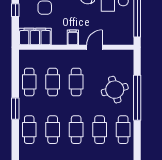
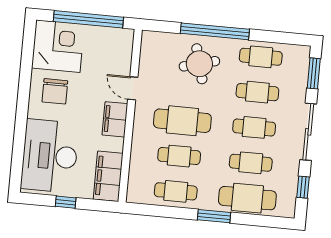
filing cabinet: (73, 37) -> (115, 119), width x2.00
cafe table: (76, 82) -> (182, 121), width x1.37, depth x1.35
cafe table: (29, 130) -> (247, 198), width x1.37, depth x1.35

